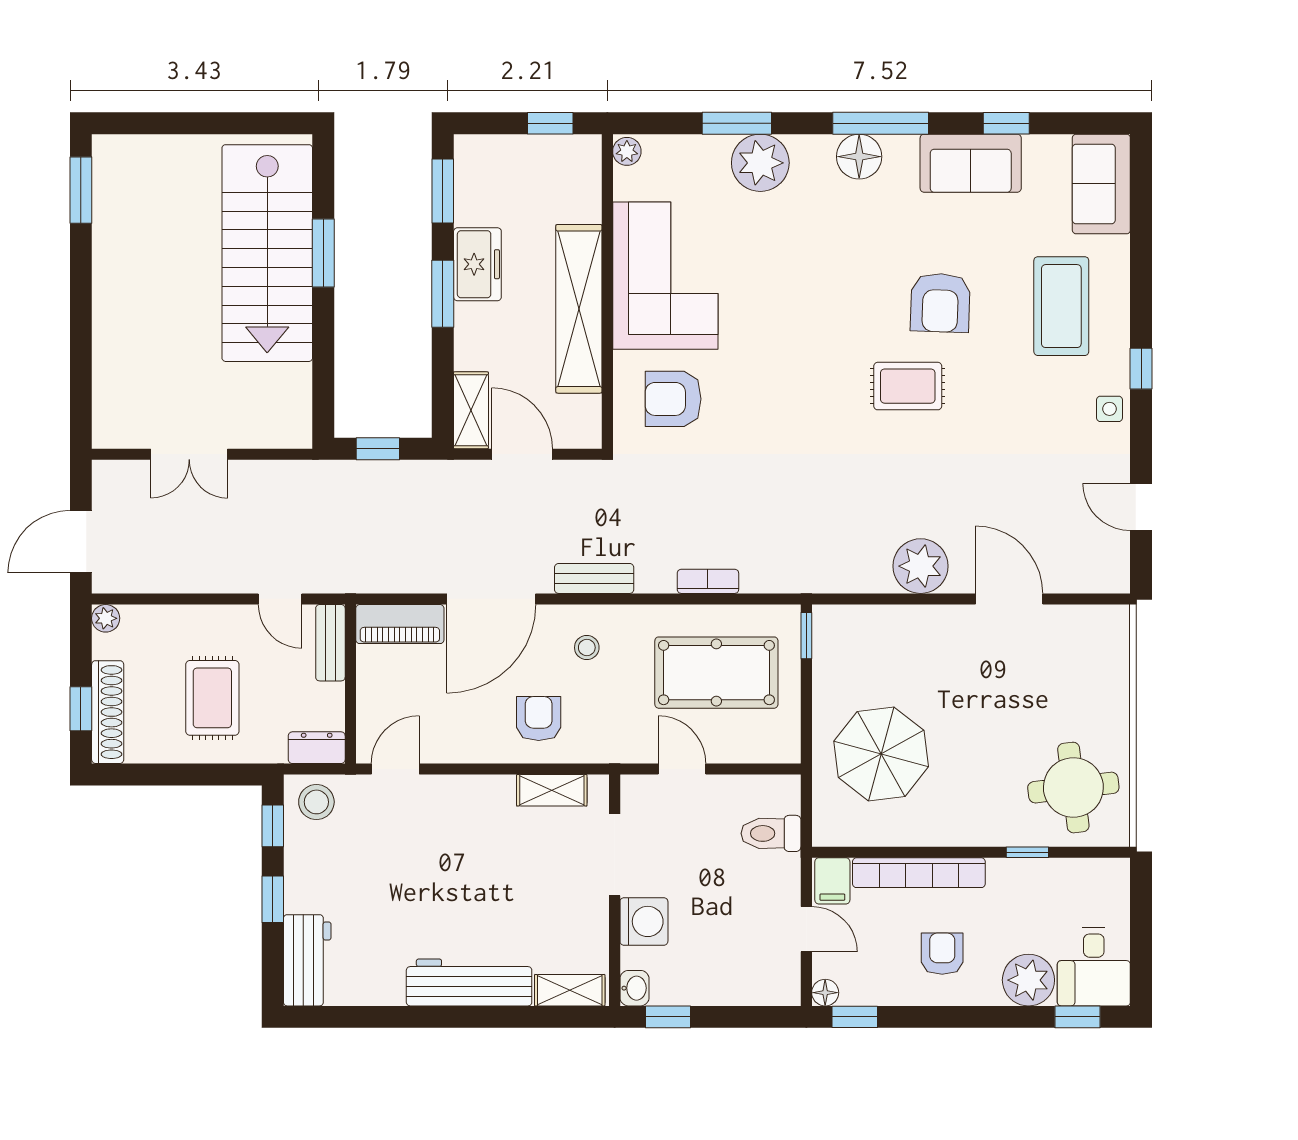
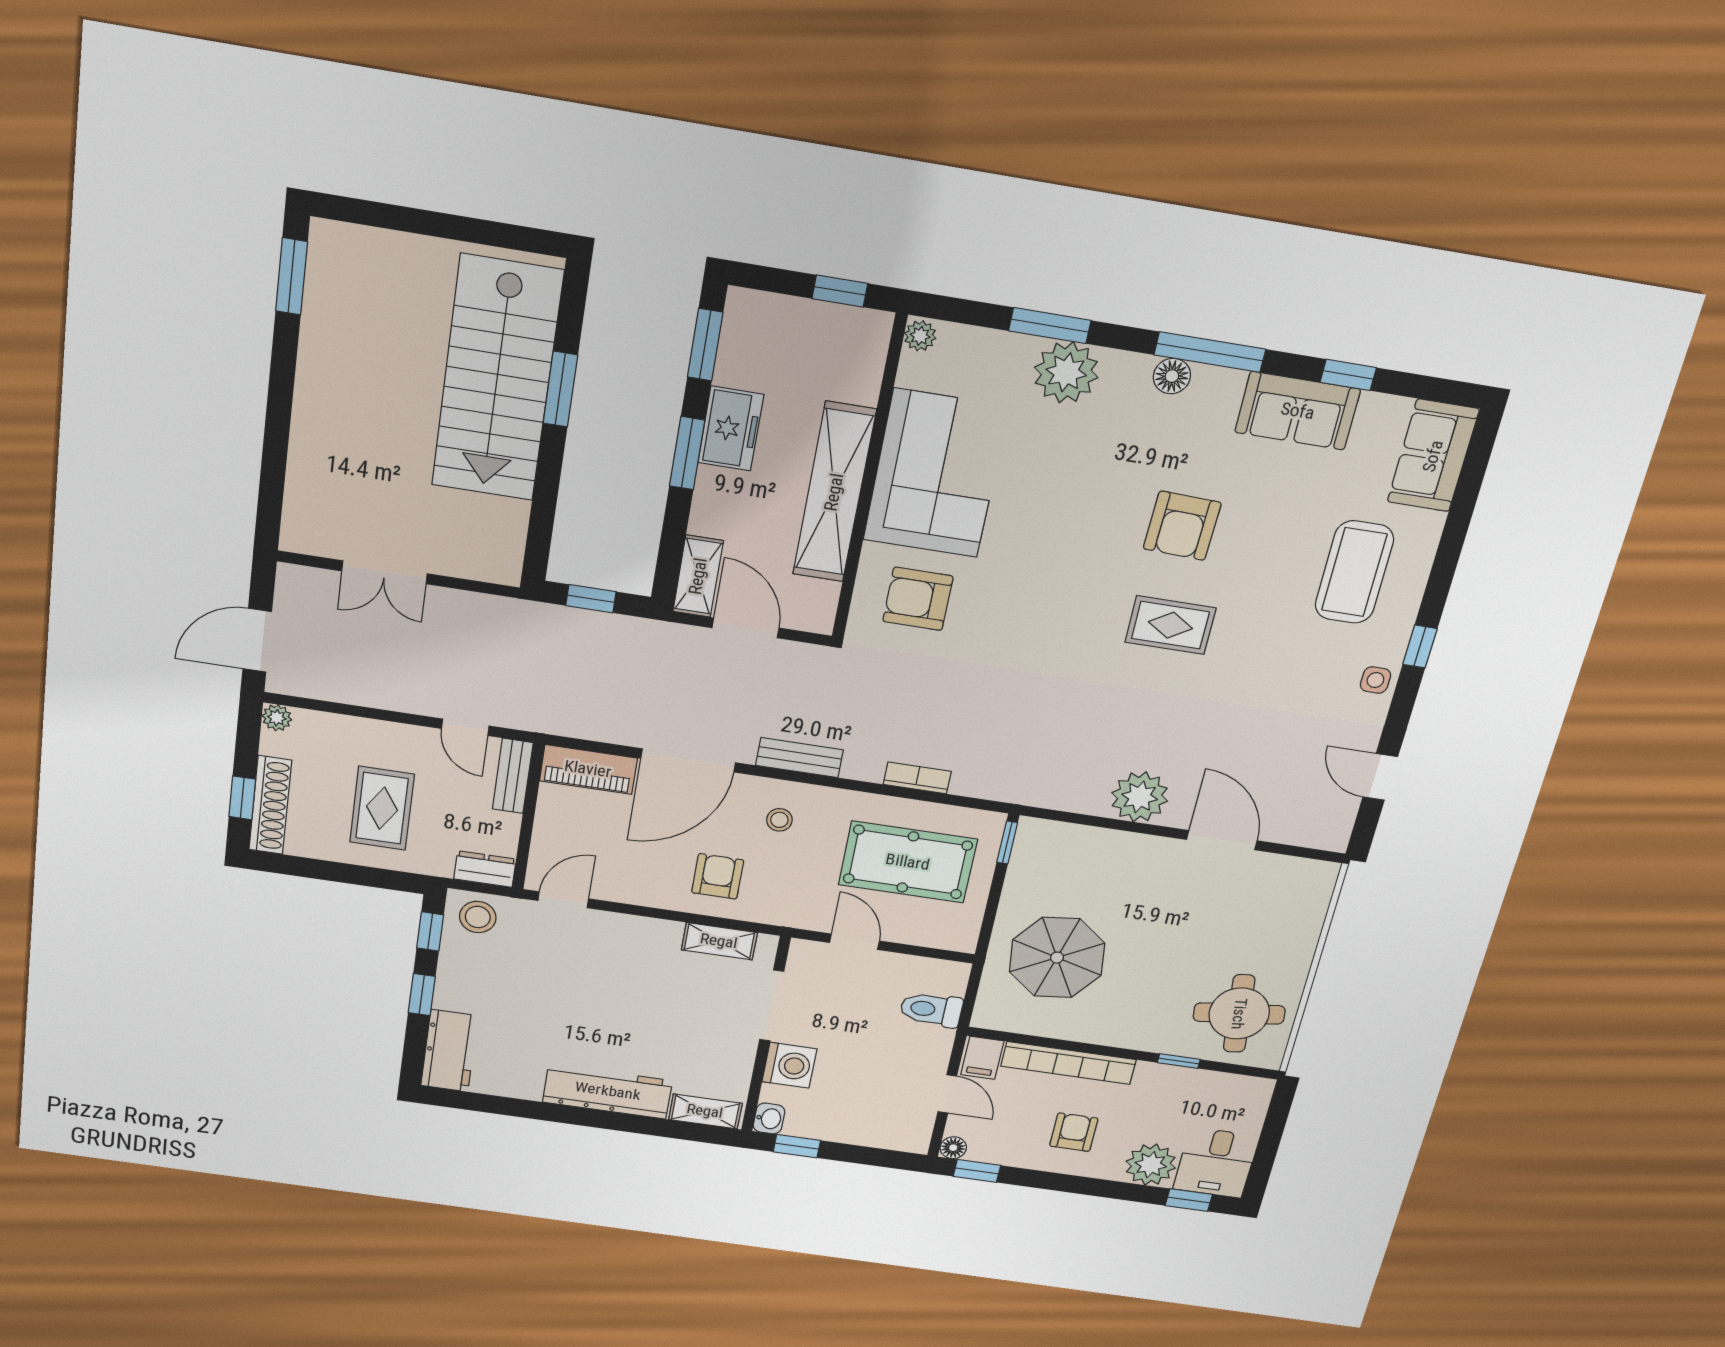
floor lamp: (859, 157) -> (1172, 376), width x0.73, depth x0.73
armchair: (940, 303) -> (1182, 526), moved

